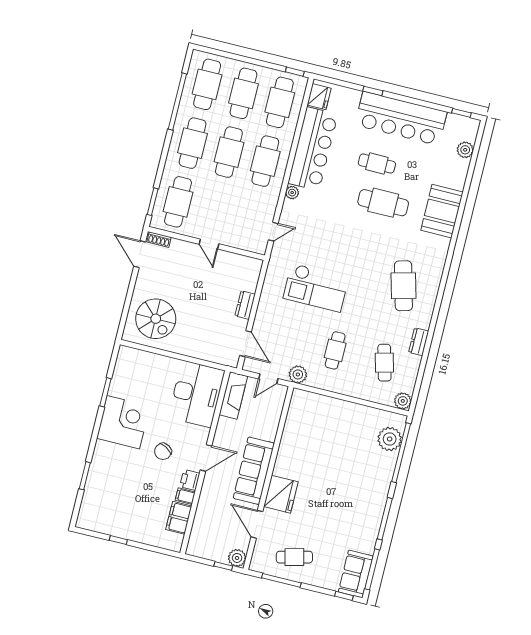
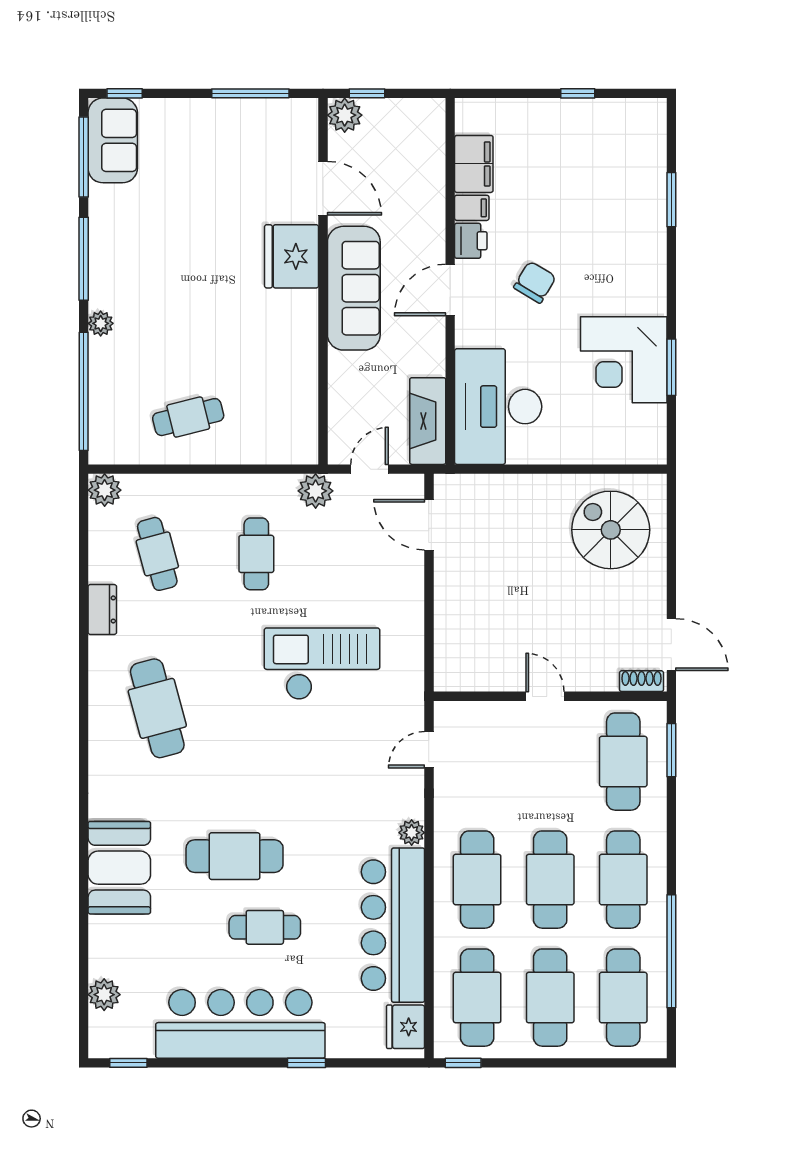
dresser: (245, 305) -> (448, 598), removed
corner desk: (123, 422) -> (624, 360), moved
plant: (390, 439) -> (101, 323), moved, width x0.53, depth x0.53
cafe table: (294, 557) -> (188, 417), moved

